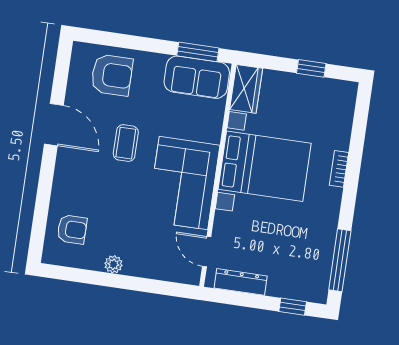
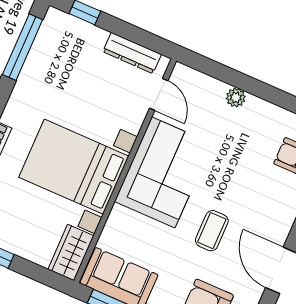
plant: (113, 264) -> (236, 98), moved

